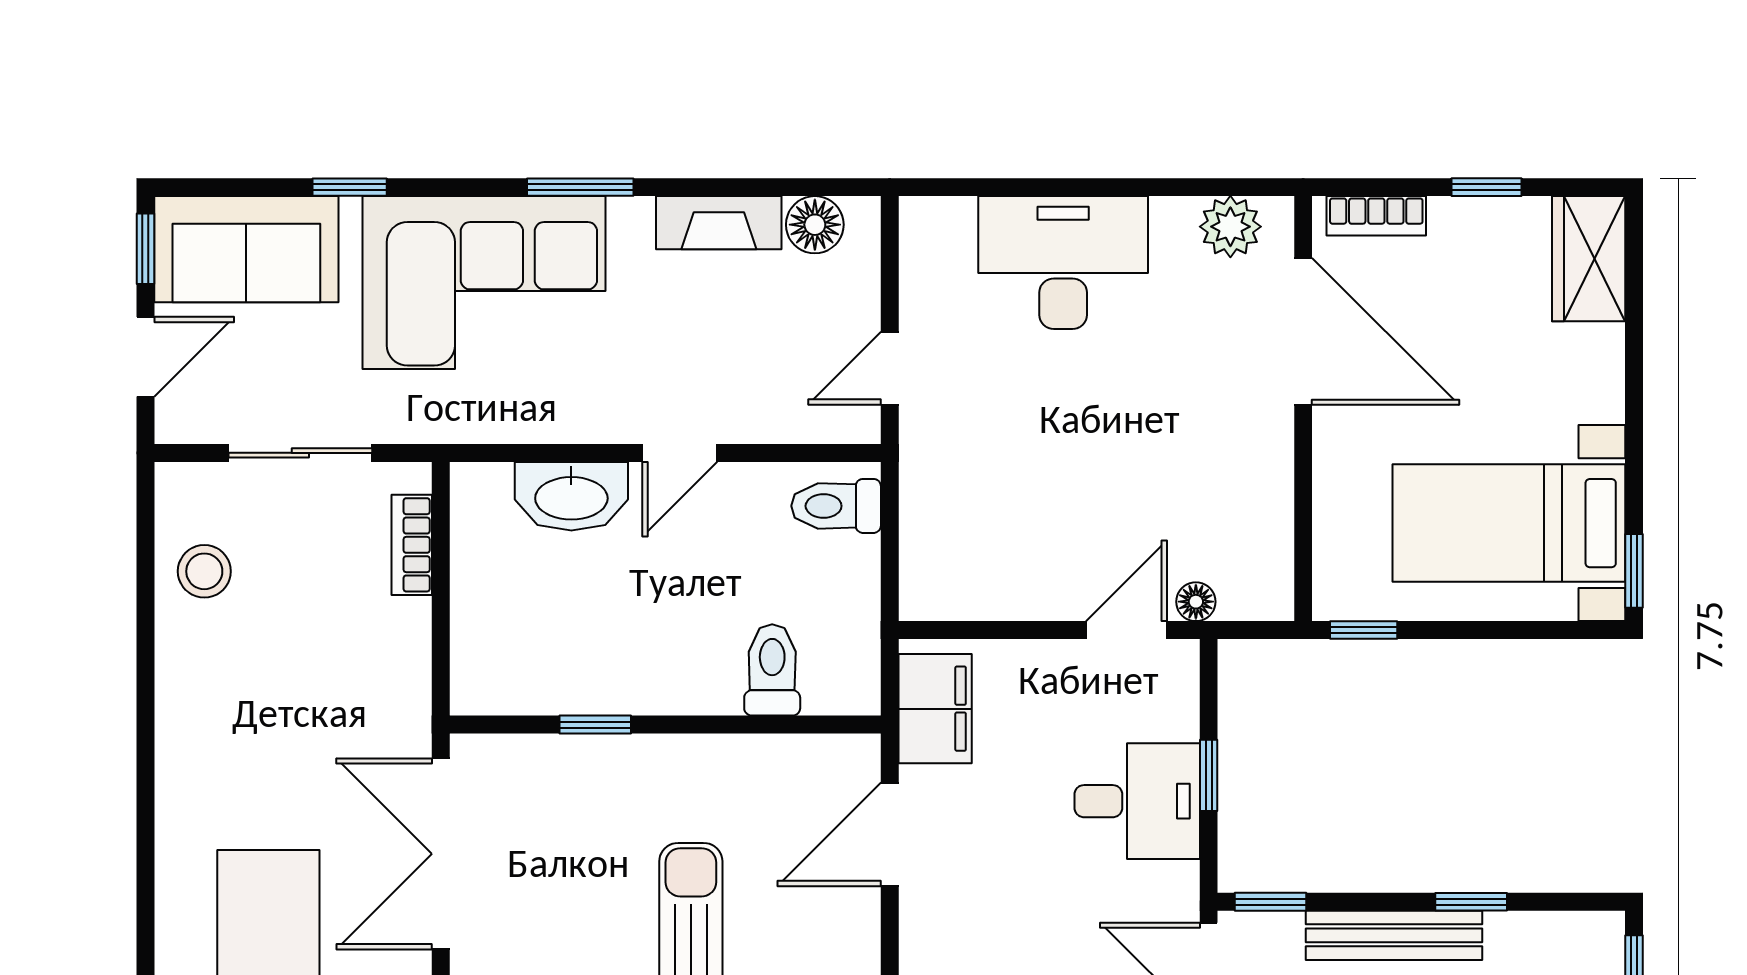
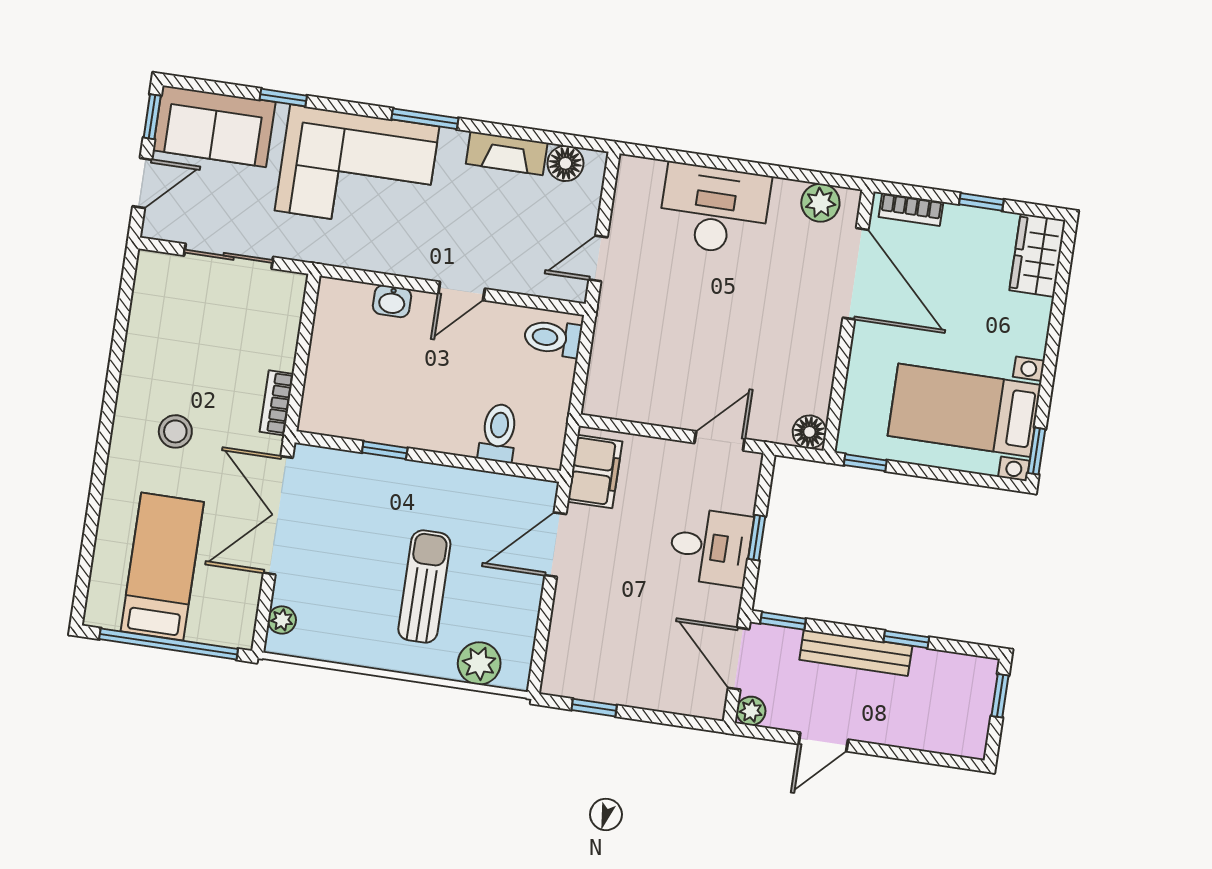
washbasin: (571, 496) -> (392, 301), width x0.52, depth x0.69
bookcase: (412, 545) -> (277, 403), moved
stool: (204, 571) -> (175, 431), moved
floor lamp: (1196, 602) -> (809, 432), moved, width x1.37, depth x1.37

